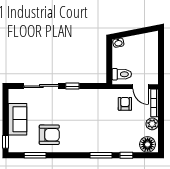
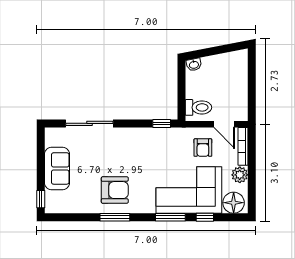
window: (72, 86) -> (162, 123), moved
armchair: (125, 104) -> (203, 148), turned 180
armchair: (49, 135) -> (115, 190), moved
corner sofa: (115, 135) -> (189, 190), added
window: (35, 155) -> (115, 217), moved

